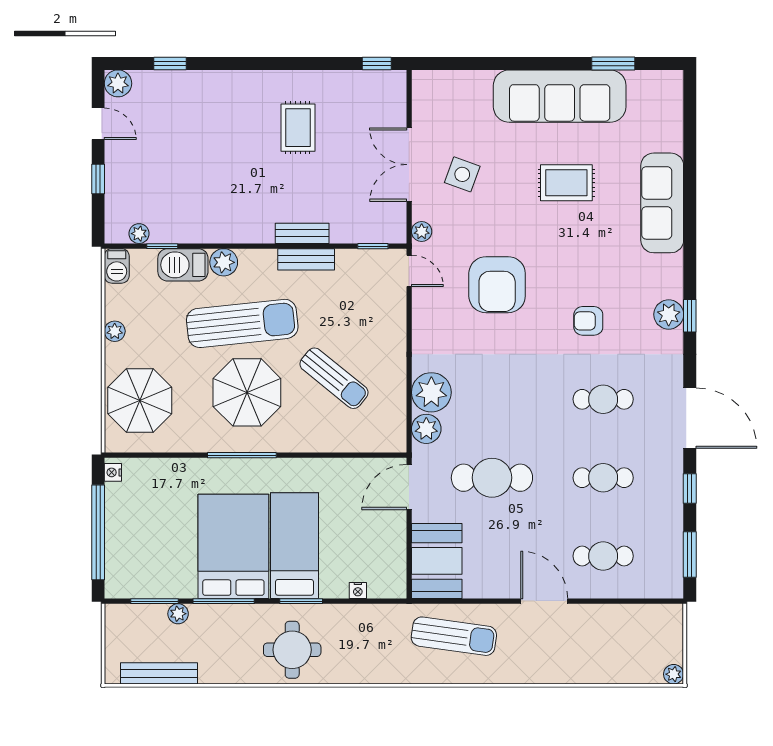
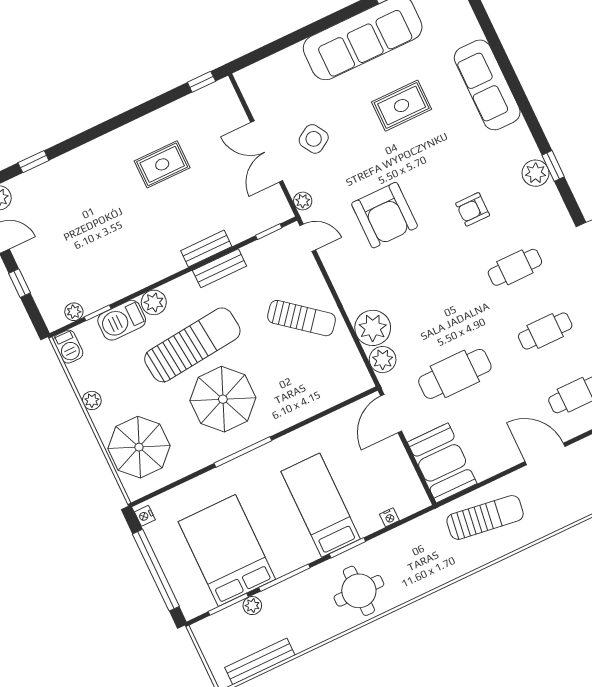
rug: (298, 128) -> (162, 164), turned 90
side table: (462, 174) -> (314, 139), turned 38
sun lounger: (334, 378) -> (301, 318), moved
bed: (233, 546) -> (227, 550), moved

